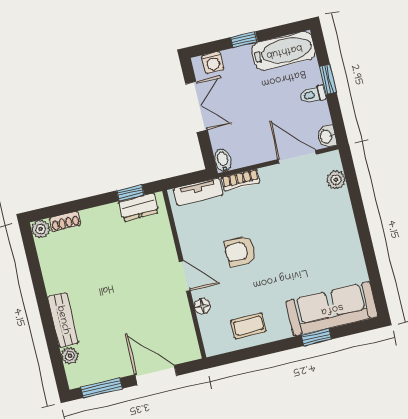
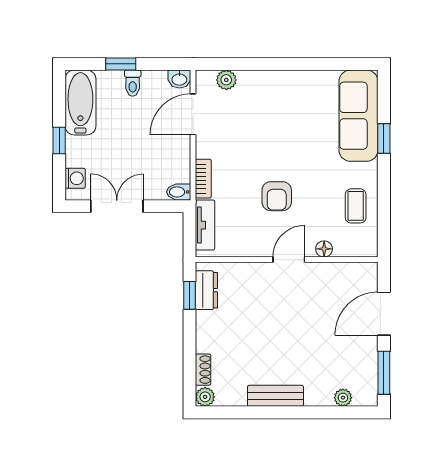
bench: (63, 320) -> (275, 396), moved

